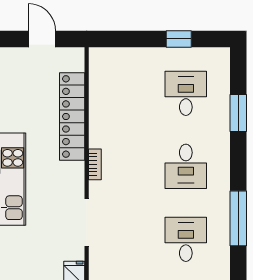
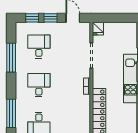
window: (238, 113) -> (11, 113), width x1.44
desk: (186, 239) -> (39, 47), turned 180

